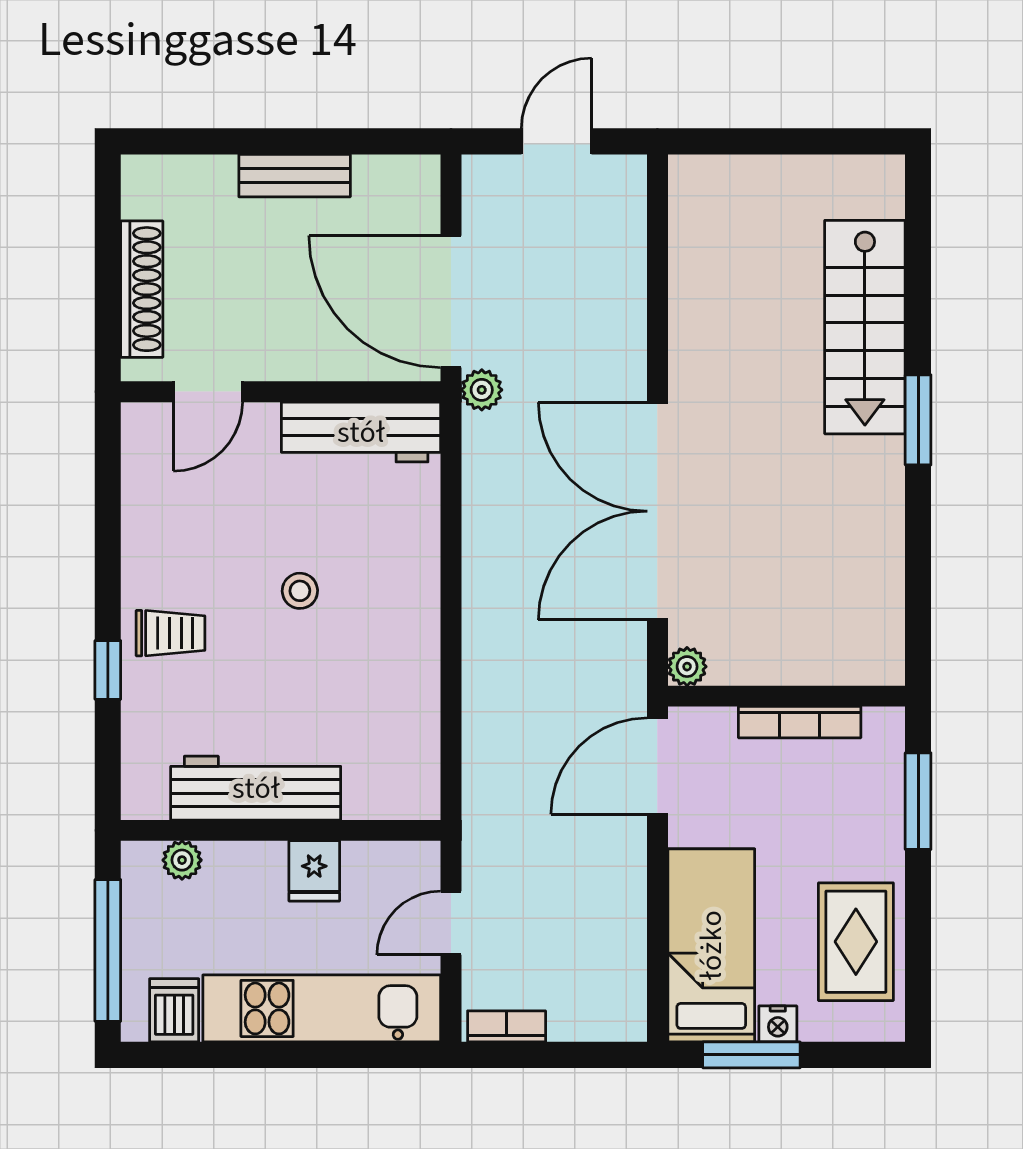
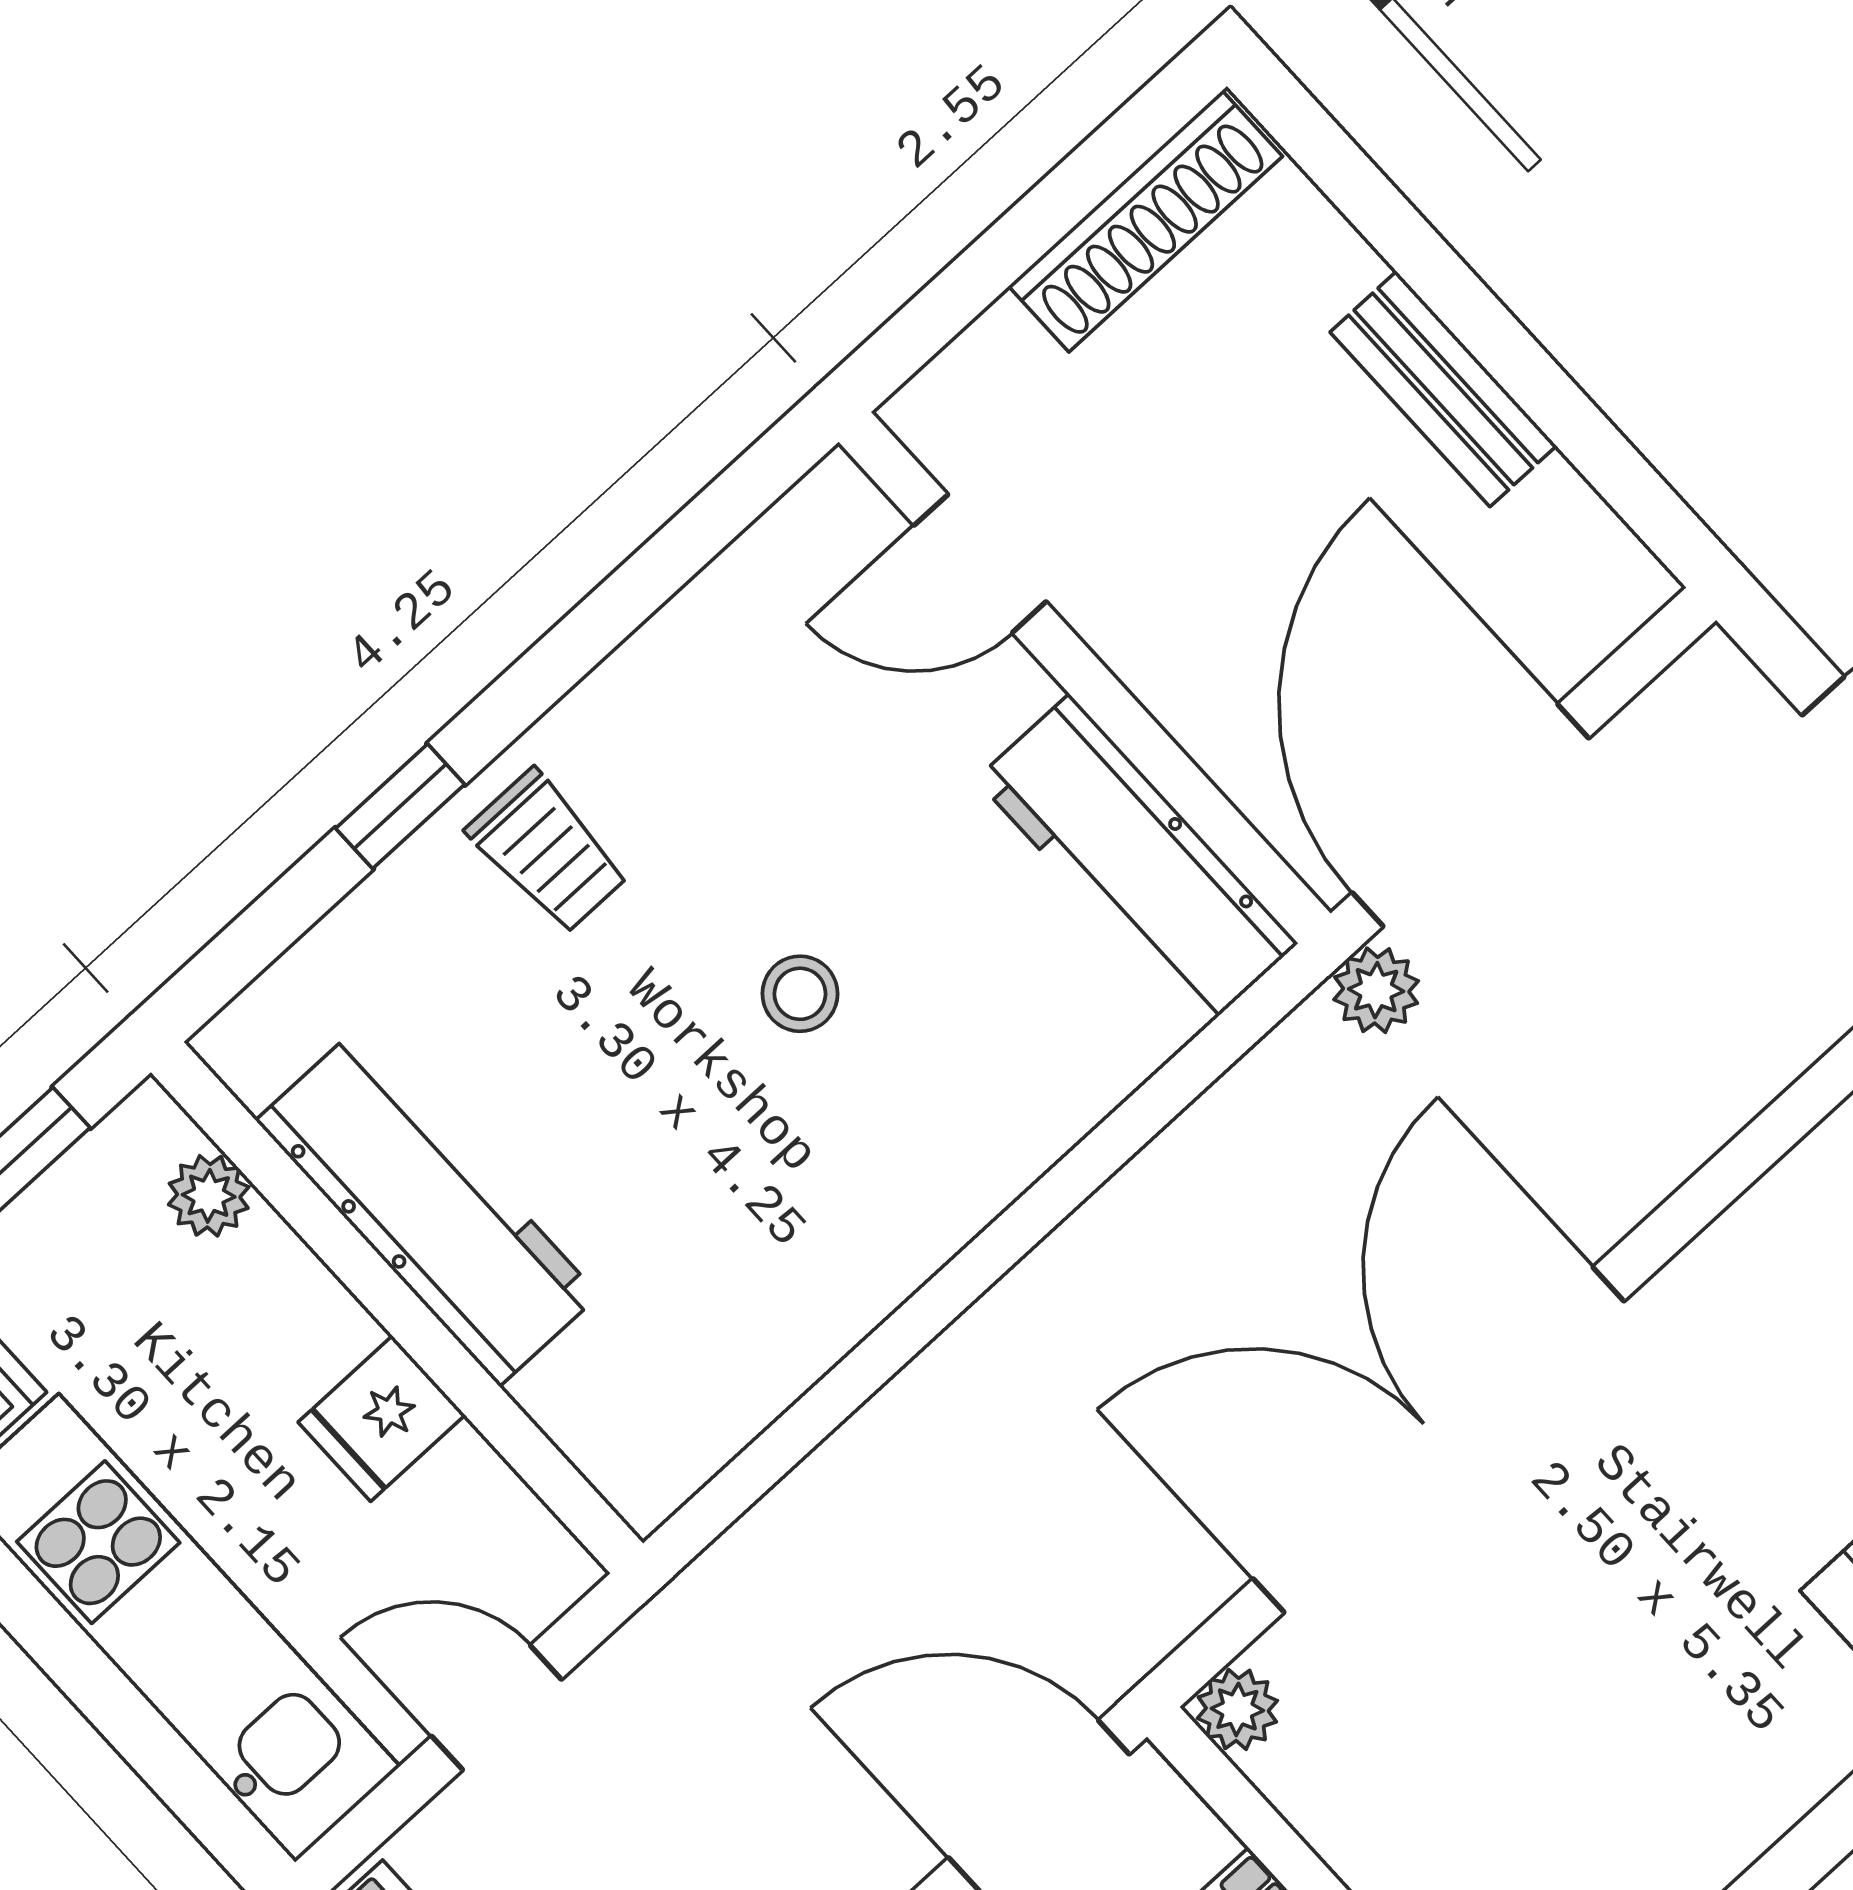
shoe rack: (142, 289) -> (1146, 221), moved

